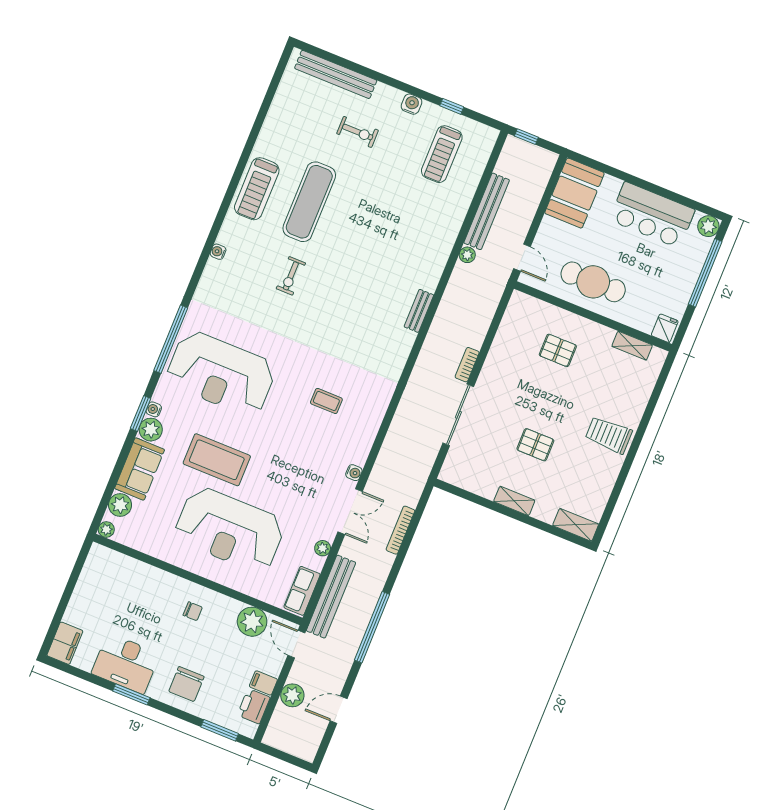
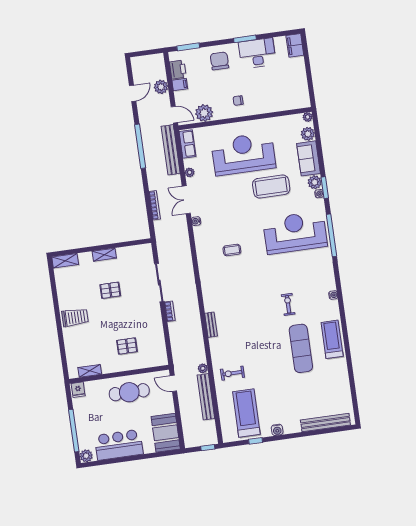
exercise bike: (358, 132) -> (232, 373), moved
treadmill: (442, 154) -> (246, 413), width x1.37, depth x1.38

